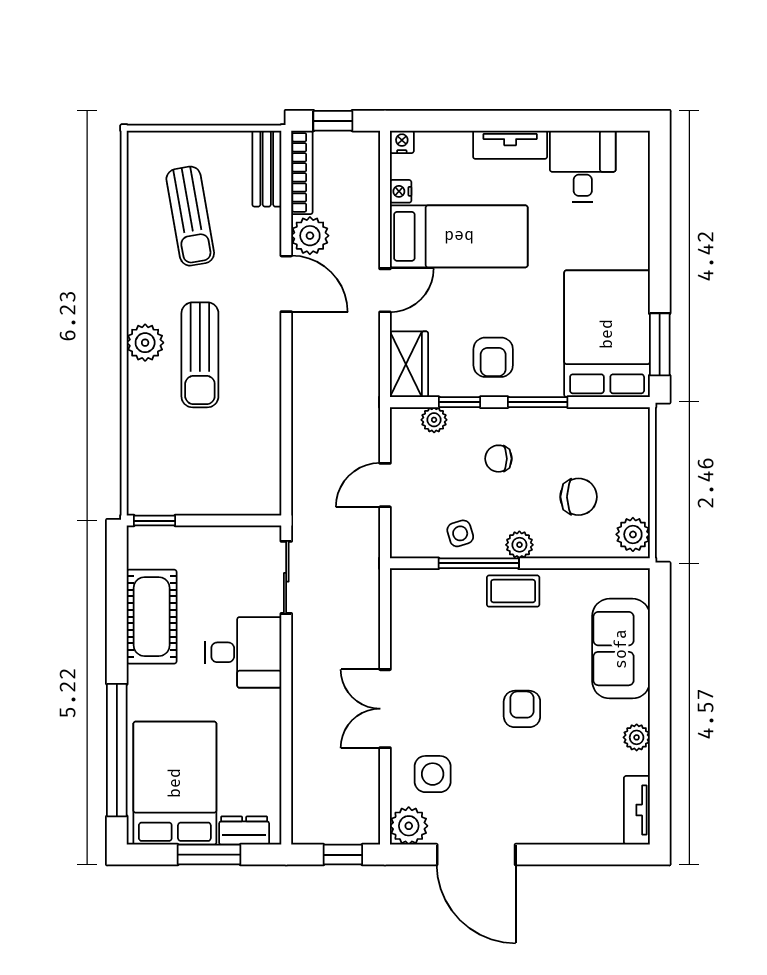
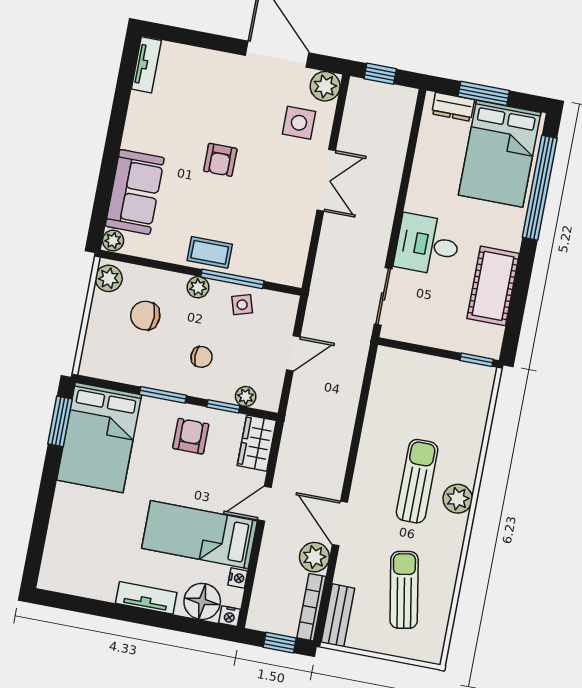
floor lamp: (439, 154) -> (202, 601), added
desk: (583, 166) -> (93, 571), removed
plant: (637, 737) -> (113, 240), moved

